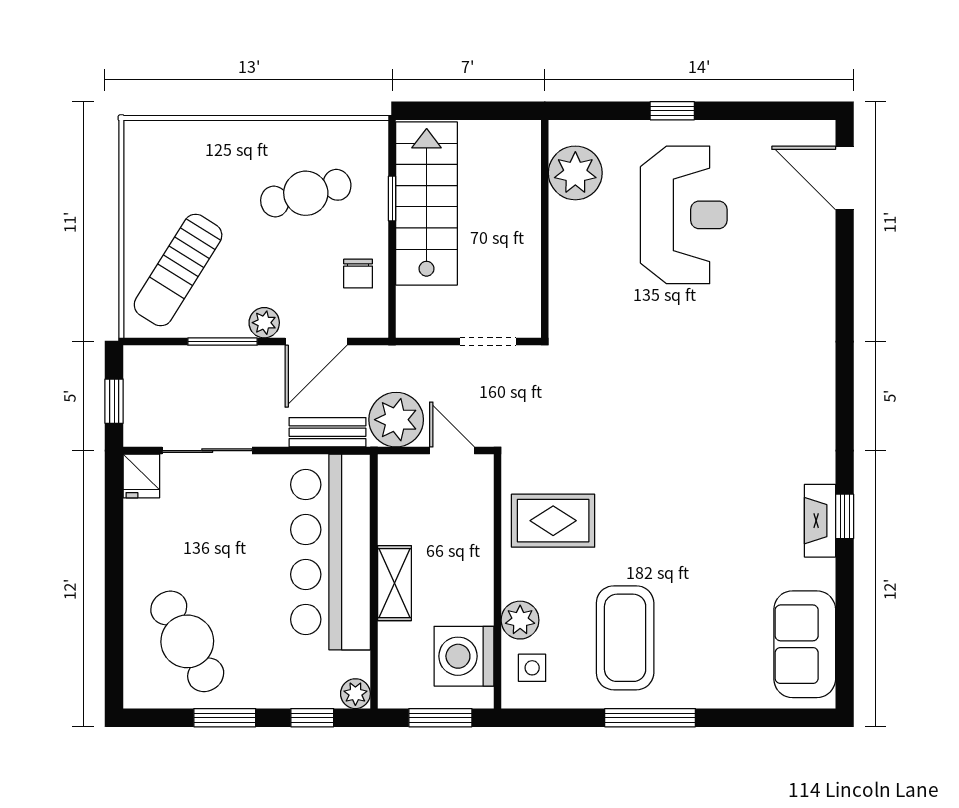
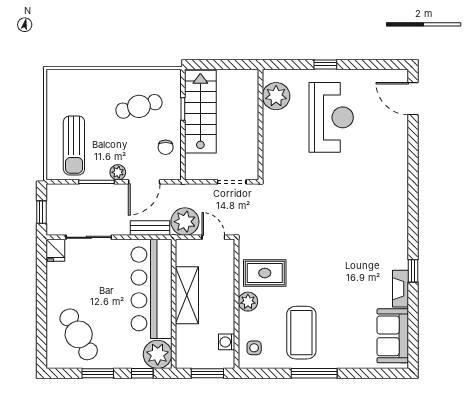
sun lounger: (178, 270) -> (74, 145), turned -32
fireplace: (820, 521) -> (401, 289), moved
shelving: (394, 583) -> (187, 295), width x1.50, depth x1.33
plant: (520, 620) -> (248, 302), moved
washing machine: (464, 656) -> (227, 342), width x0.53, depth x0.53
plant: (355, 694) -> (158, 354), width x1.88, depth x1.88

